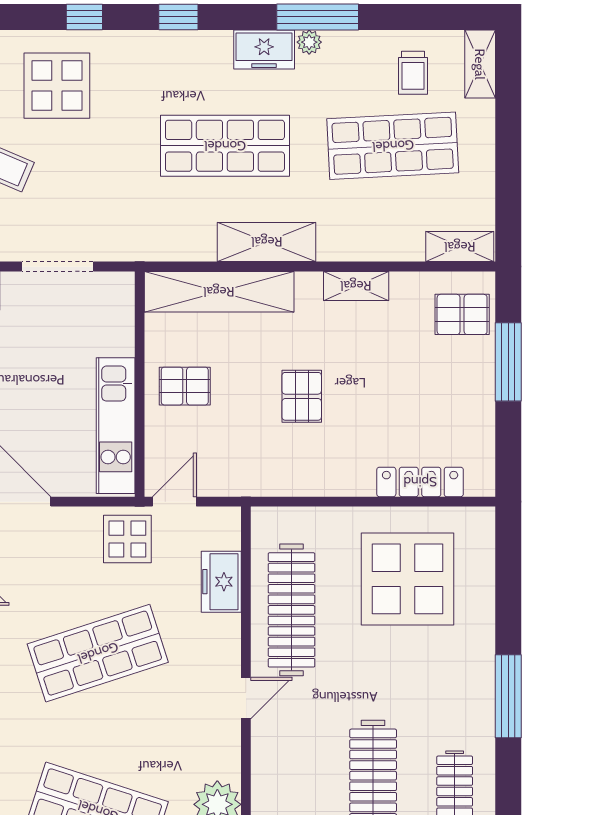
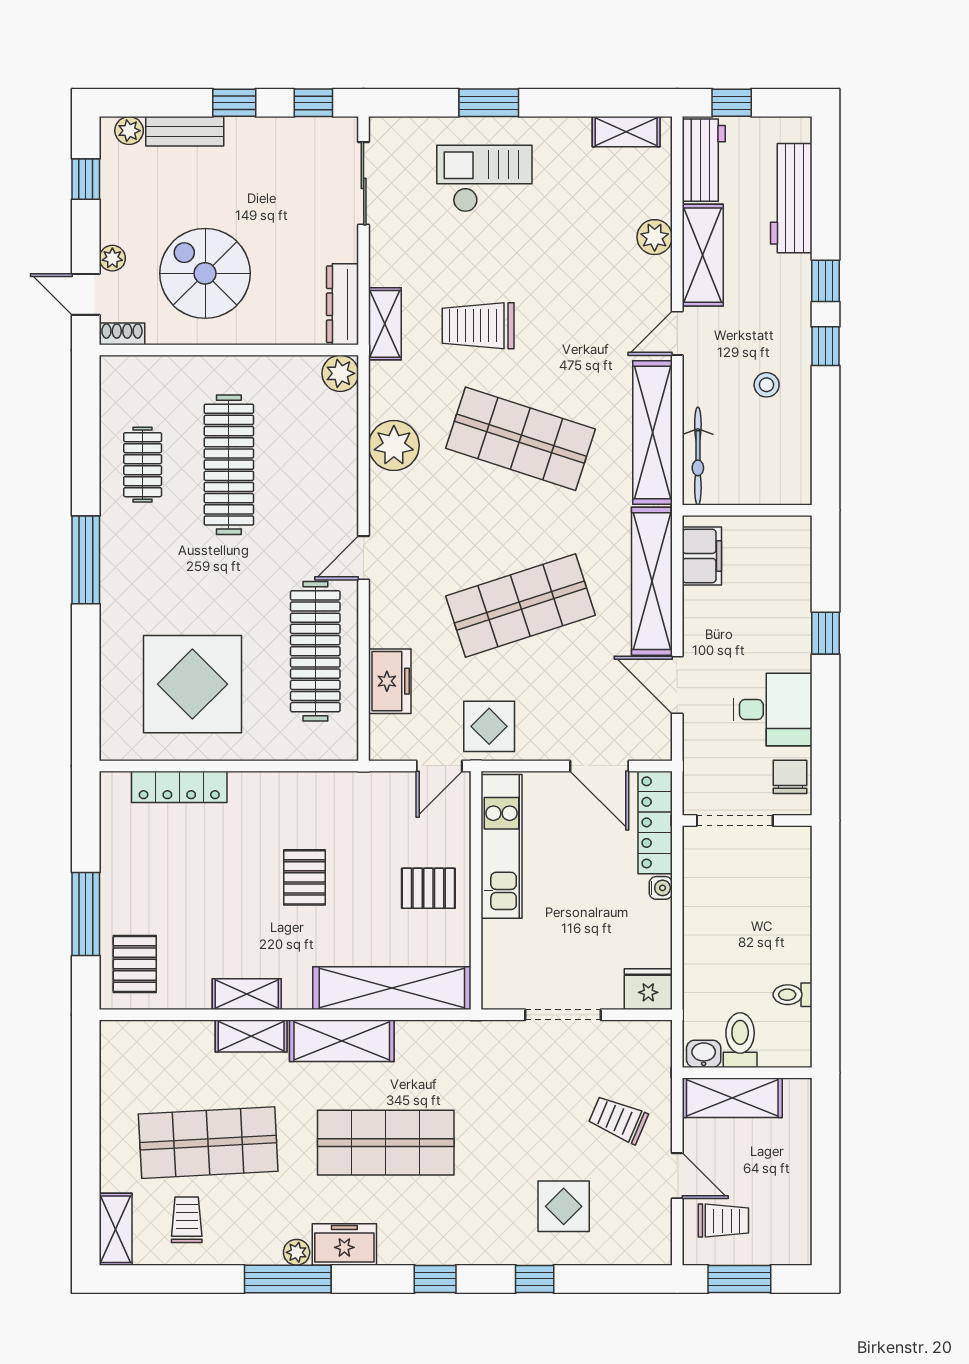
display table: (57, 86) -> (564, 1206), width x0.73, depth x0.73
shelving: (460, 247) -> (251, 1036), moved
pallet: (462, 314) -> (135, 964), turned 90

